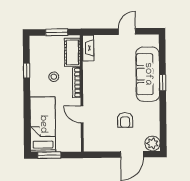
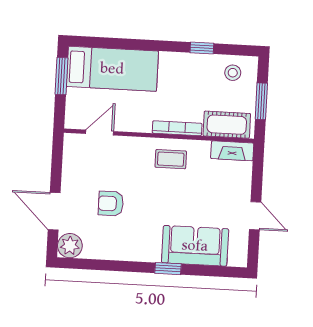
sofa: (148, 74) -> (195, 246), width x0.73
stool: (54, 77) -> (233, 73), moved
coffee table: (96, 85) -> (171, 159), added
door: (82, 114) -> (100, 132), moved

